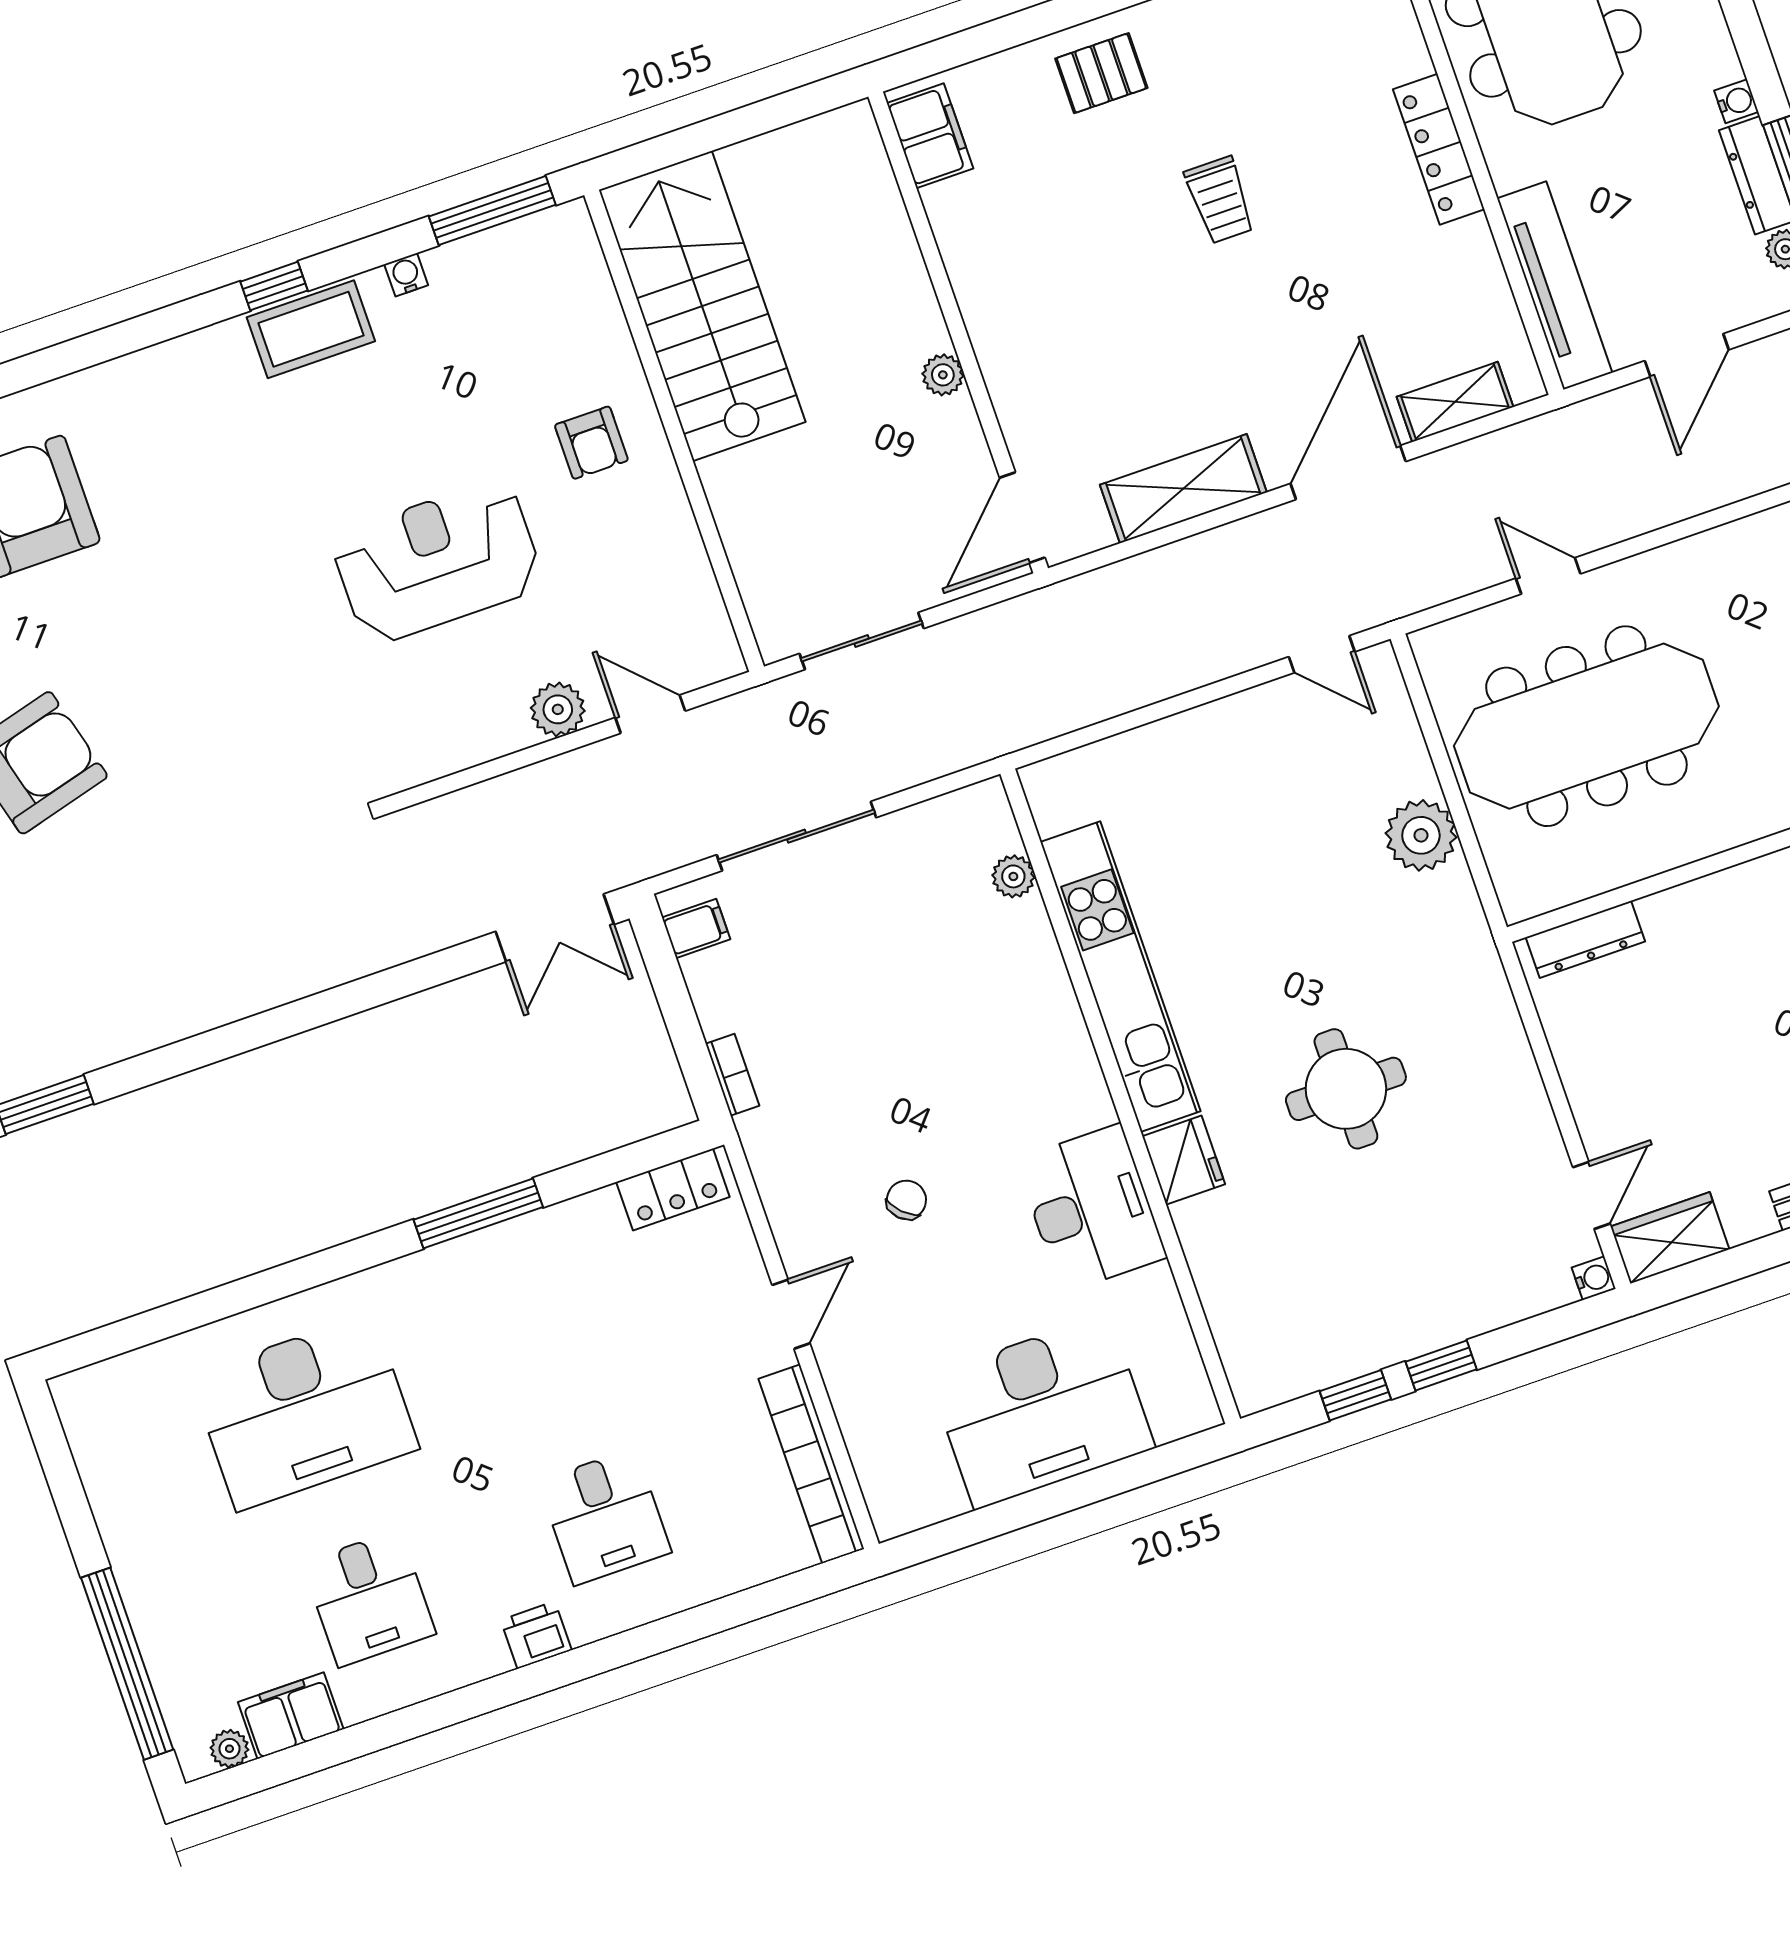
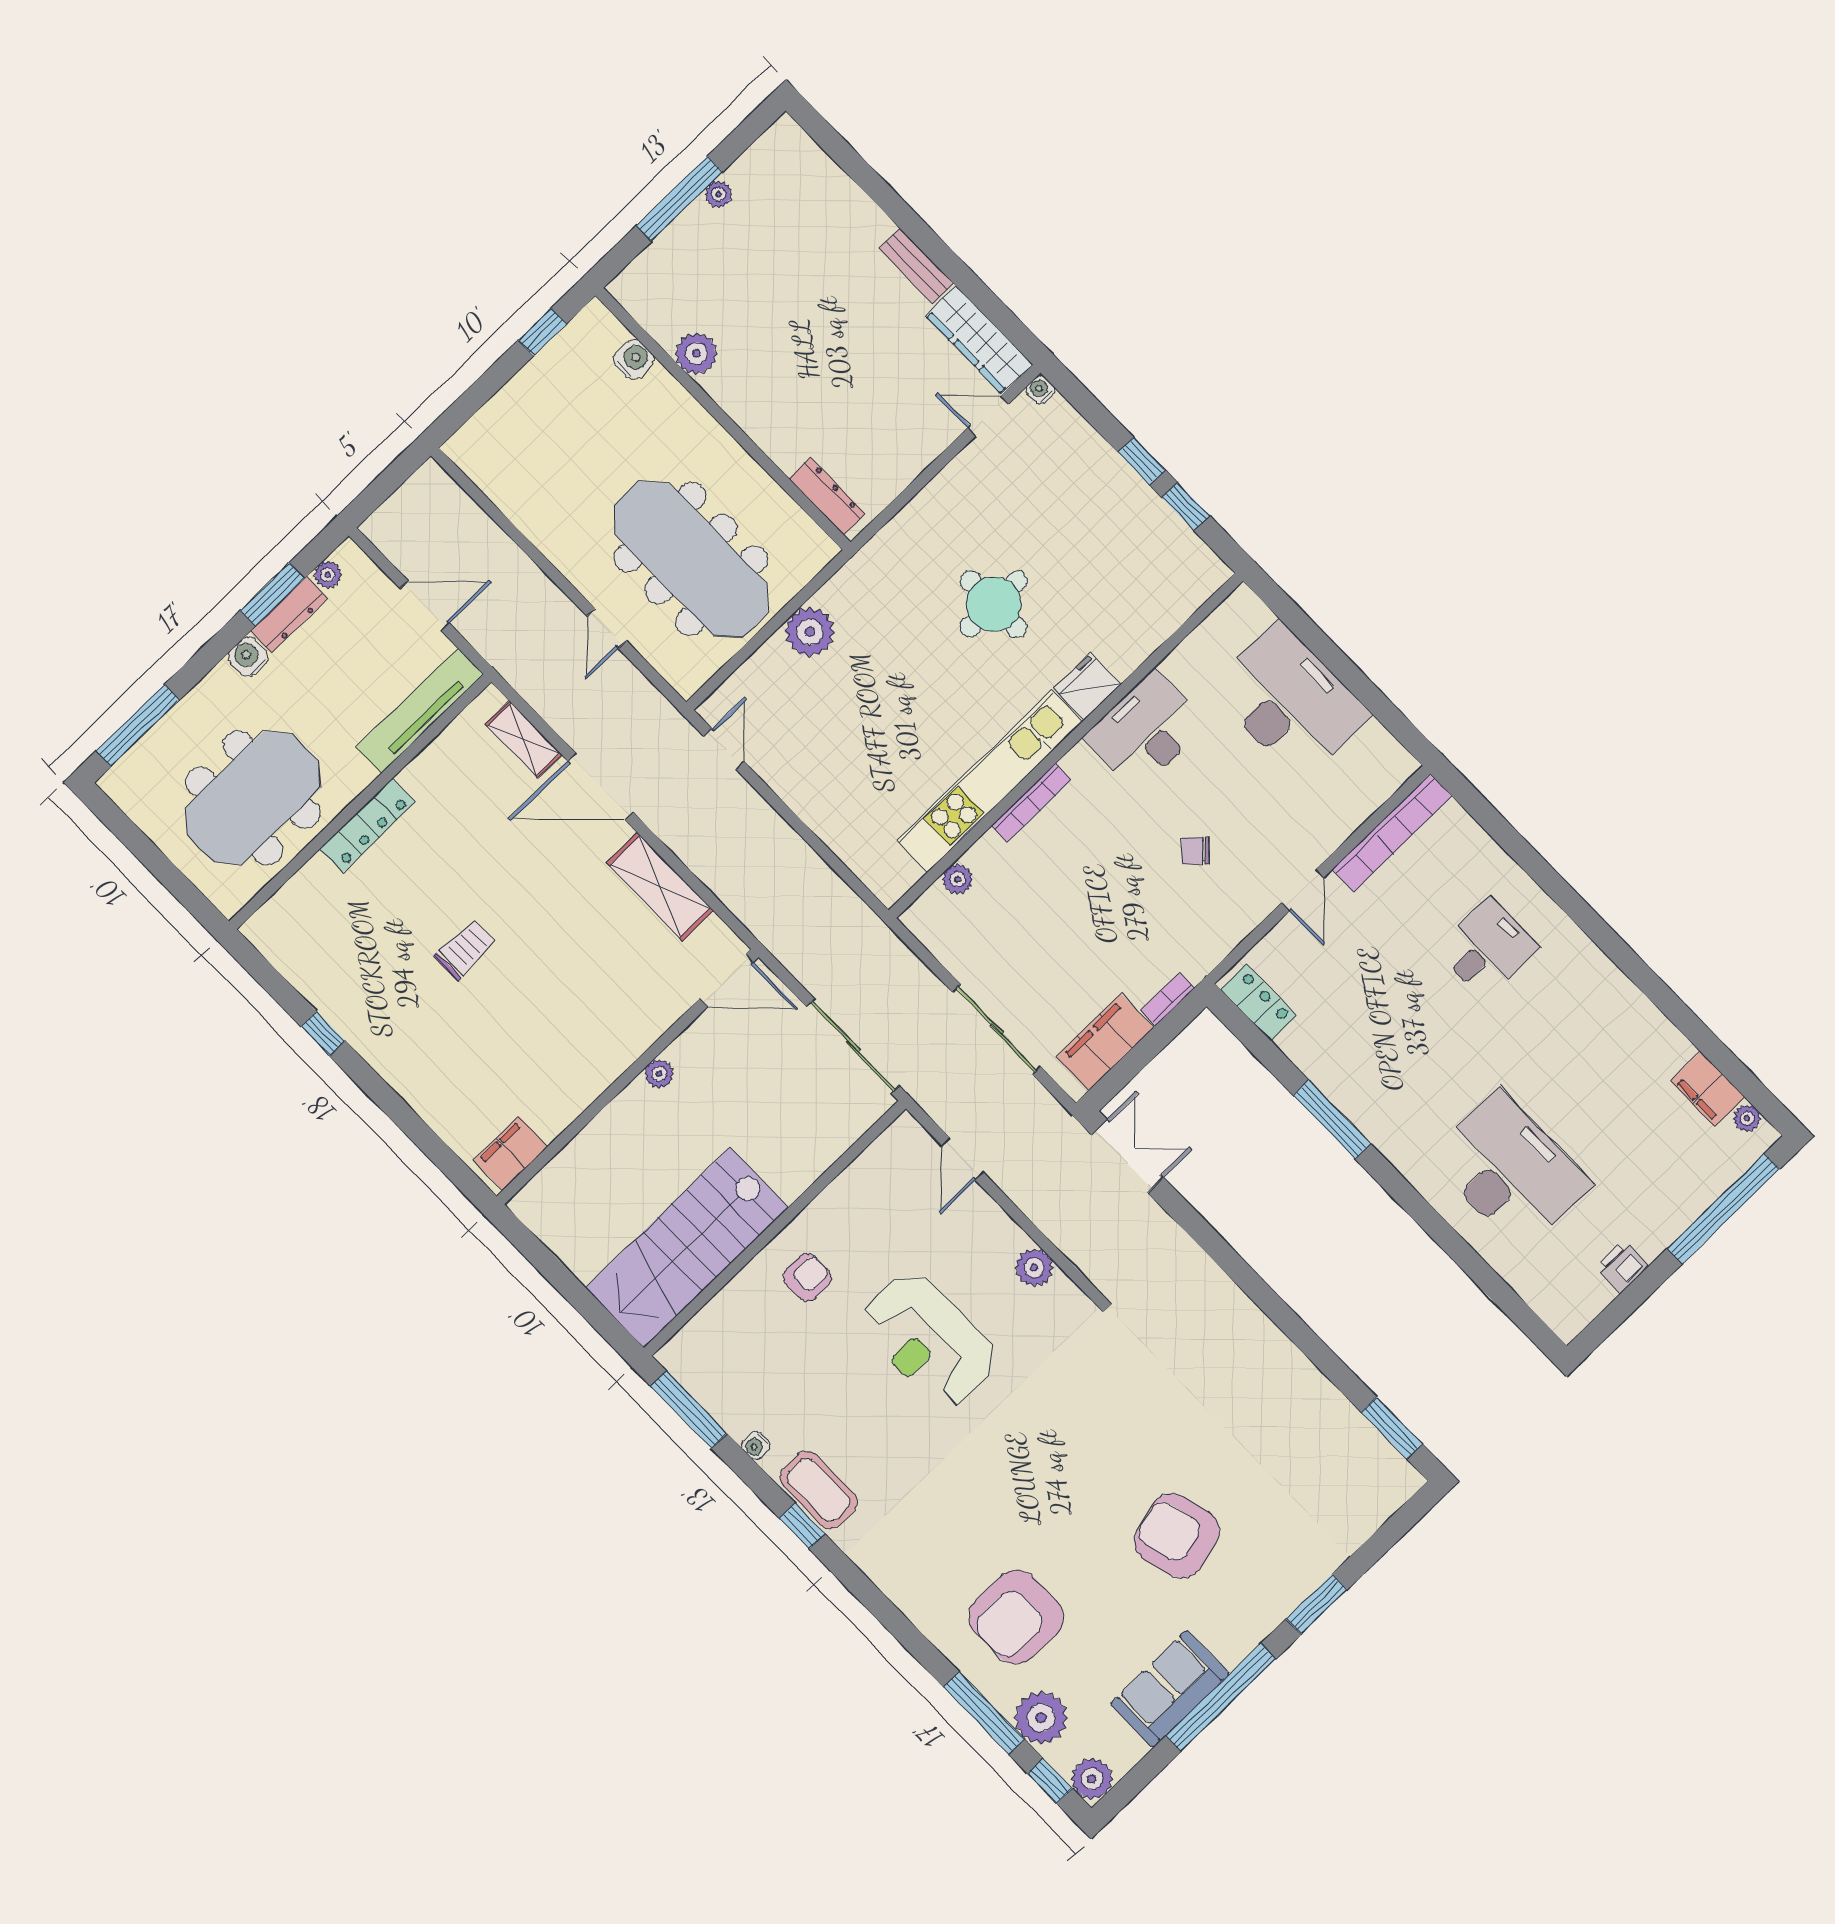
pallet: (1101, 73) -> (420, 1063), removed
water cooler: (1736, 101) -> (248, 657), width x1.38, depth x1.38
sliding door: (862, 641) -> (853, 1046), width x1.37
plant: (558, 709) -> (1034, 1268), moved
filing cabinet: (696, 928) -> (1105, 1042), width x3.00, depth x1.17
bookcase: (1068, 1018) -> (1031, 803), added
wardrobe: (1670, 1238) -> (979, 340), width x1.50
door: (791, 1314) -> (1303, 890), swing flipped
desk: (369, 1598) -> (1610, 1074), removed
printer: (536, 1635) -> (1622, 1266), moved, turned 90

